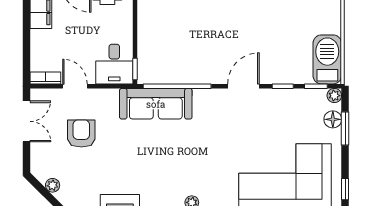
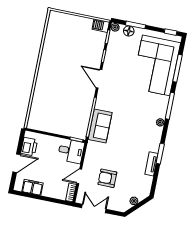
barbecue: (327, 59) -> (101, 26), width x0.53, depth x0.65
sofa: (156, 104) -> (100, 126), width x0.73

